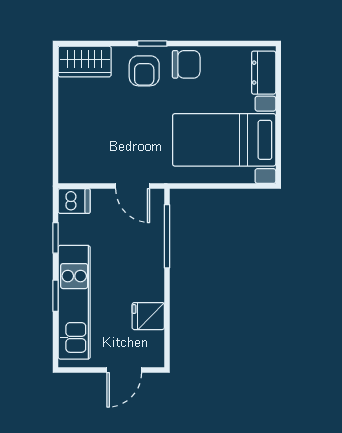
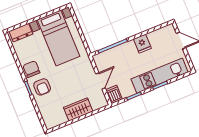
wardrobe: (85, 62) -> (78, 109), moved, turned -90
armchair: (144, 71) -> (42, 87), turned 90
door: (133, 186) -> (100, 81), moved
fridge: (148, 316) -> (142, 44), moved

